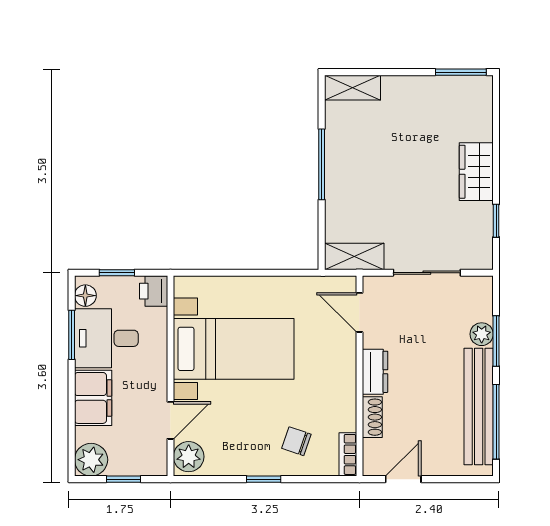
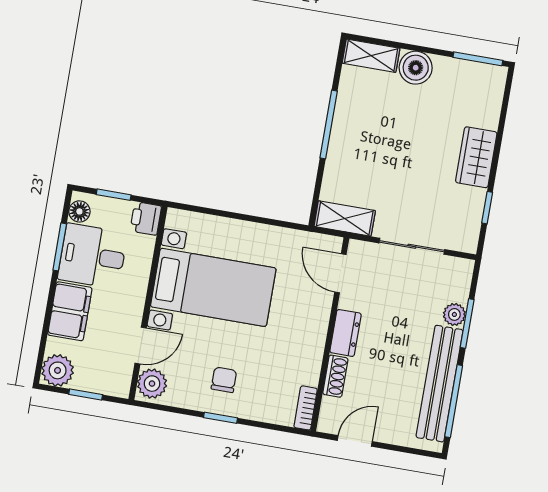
boiler: (400, 92) -> (416, 68), added
chair: (296, 441) -> (224, 380), moved, turned 71

